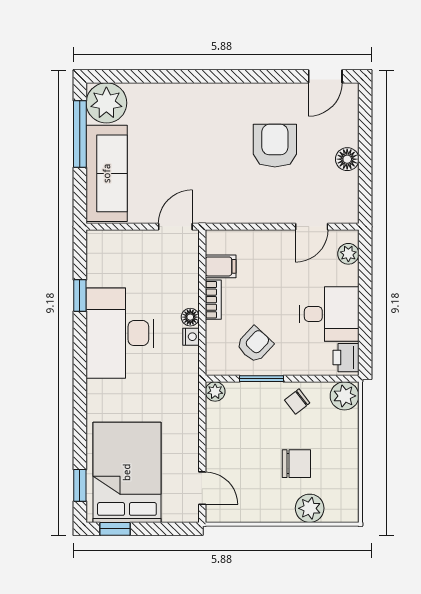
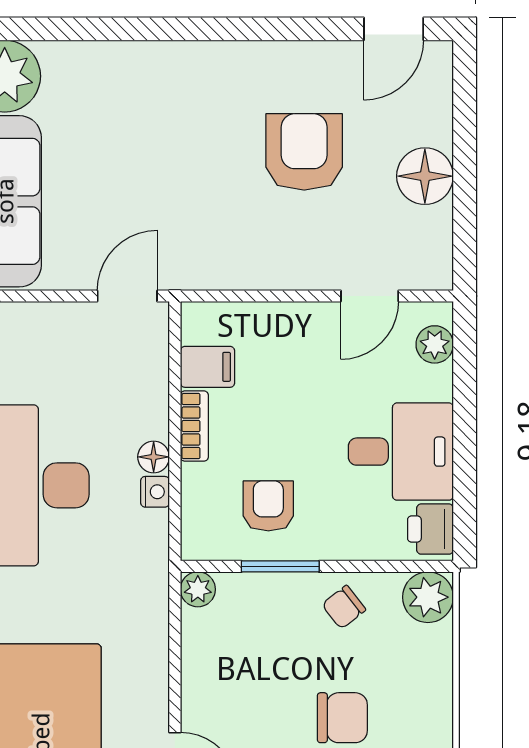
floor lamp: (347, 159) -> (425, 176), width x1.38, depth x1.38
armchair: (255, 345) -> (268, 506), turned -43

